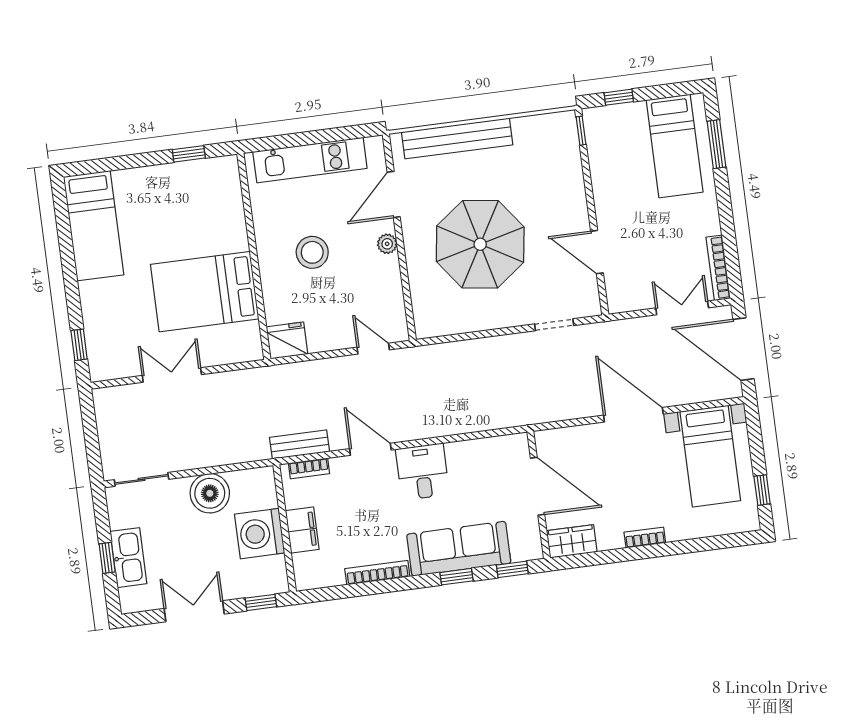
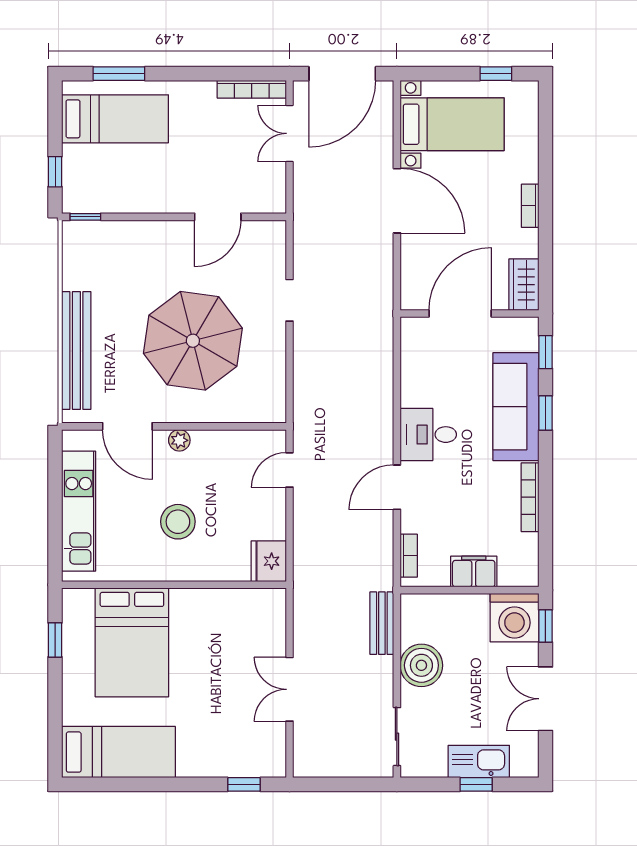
bed: (205, 292) -> (132, 642), moved
doorway: (554, 325) -> (290, 300), moved
door: (633, 415) -> (397, 201), swing flipped
bench: (300, 445) -> (382, 623), moved
washing machine: (260, 534) -> (514, 618), moved

